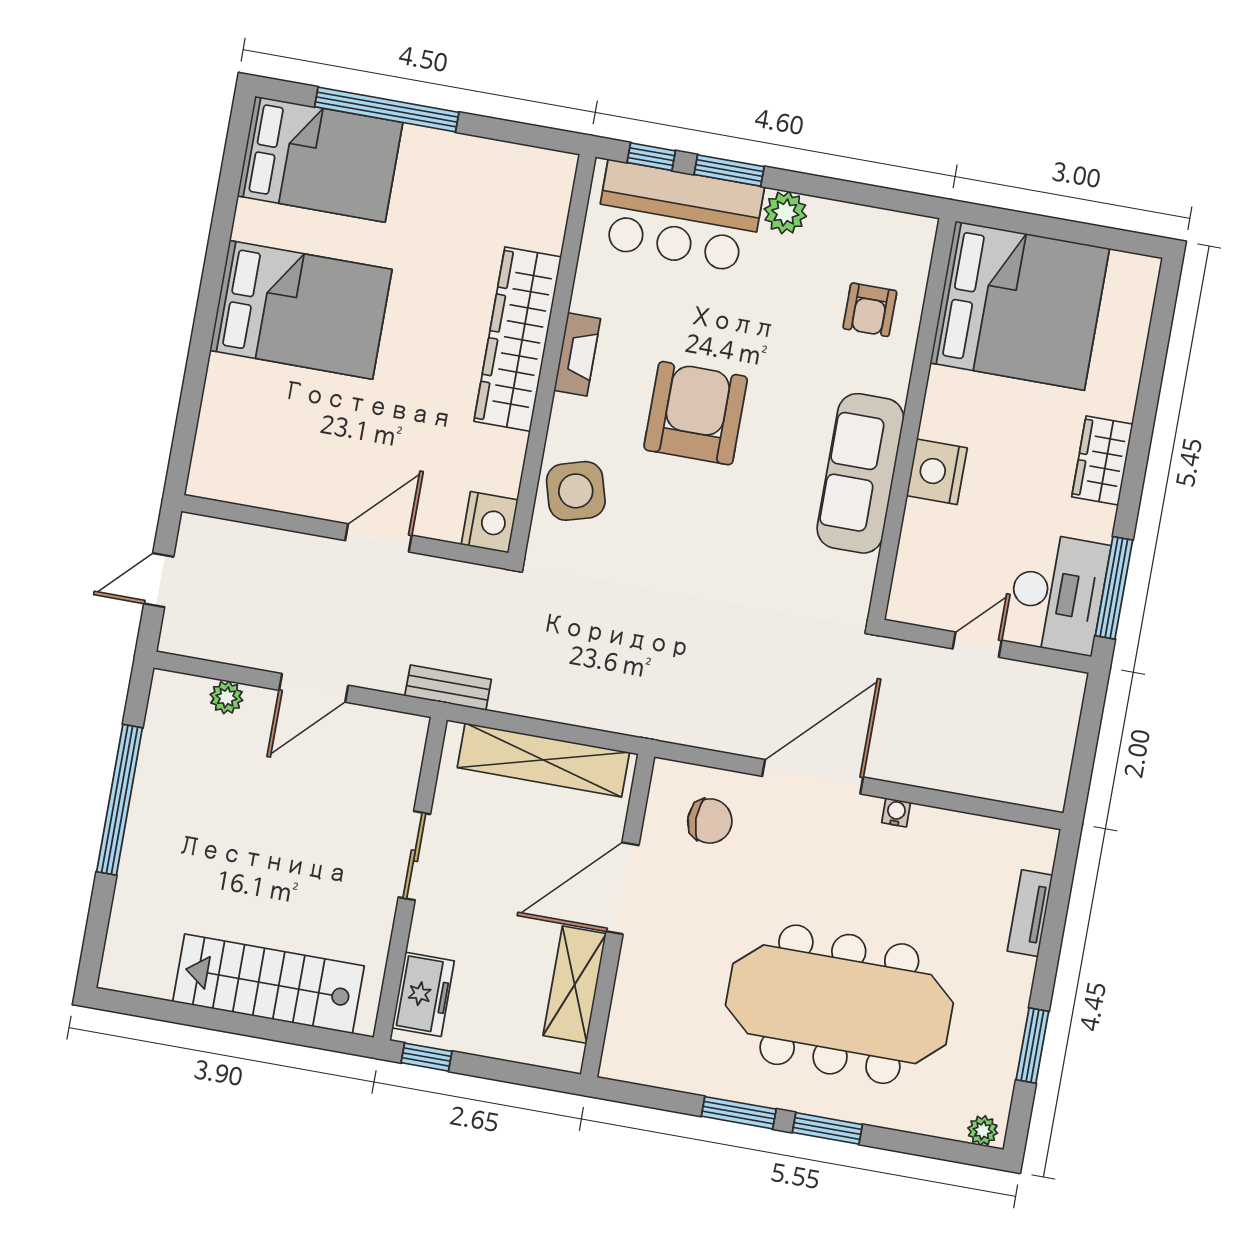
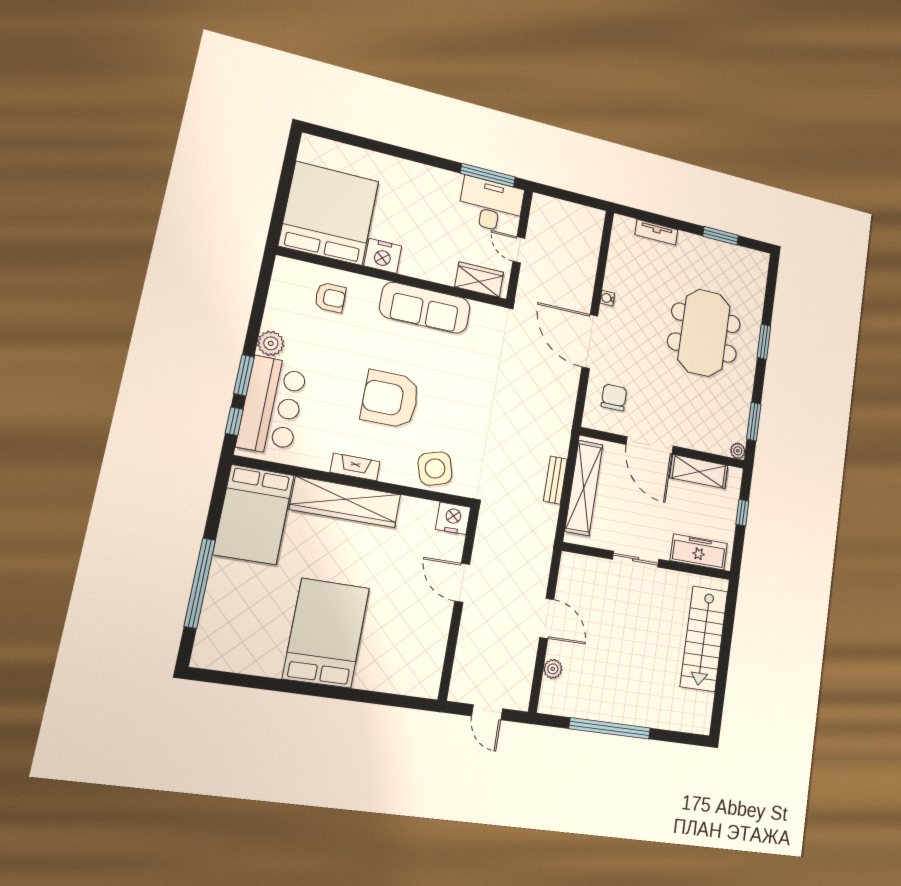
bed: (320, 159) -> (254, 515), moved, turned 180
wardrobe: (1102, 461) -> (479, 280), moved, turned 180
nightstand: (937, 472) -> (383, 256), moved
bench: (448, 688) -> (555, 480), moved
freezer: (423, 994) -> (699, 552), width x1.40
meeting table: (839, 1004) -> (704, 333), width x0.73
window: (427, 1057) -> (742, 513), moved
window: (739, 1113) -> (754, 422), moved
plant: (983, 1131) -> (738, 451), moved

